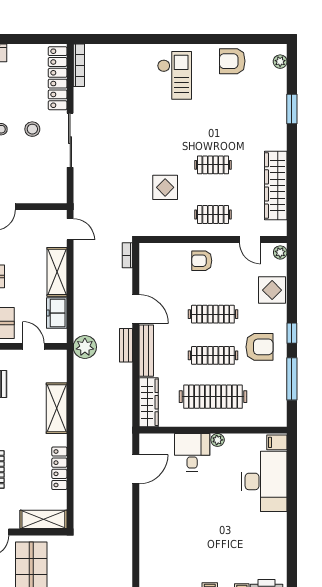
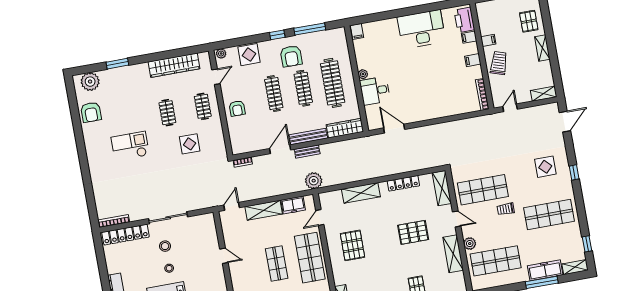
plant: (280, 62) -> (90, 82), width x1.88, depth x1.88
checkout: (174, 75) -> (130, 146), moved
armchair: (259, 347) -> (291, 56), turned 180
desk: (264, 481) -> (421, 29), moved

